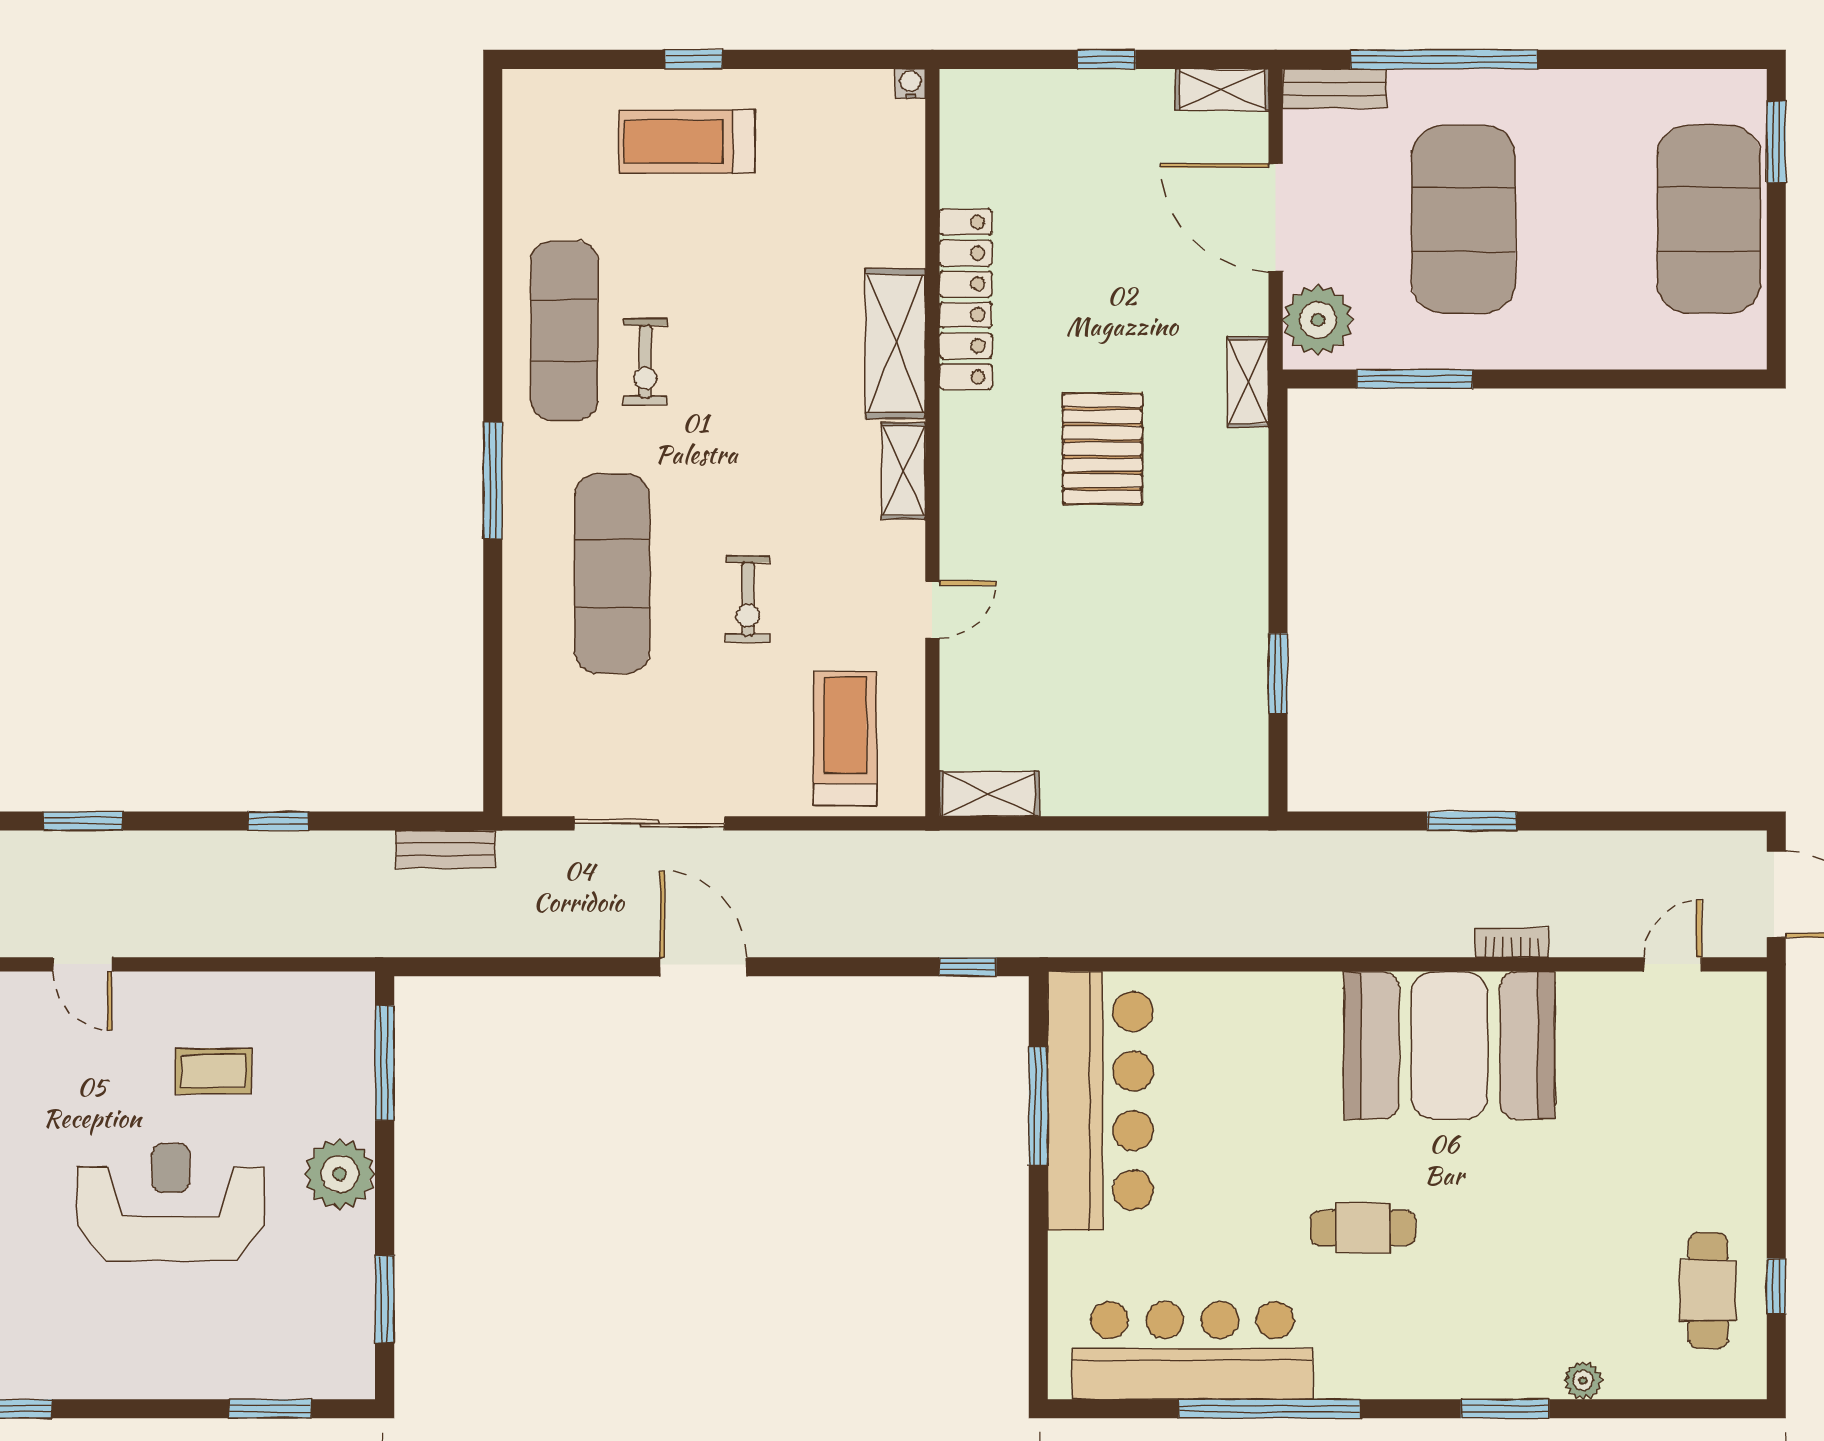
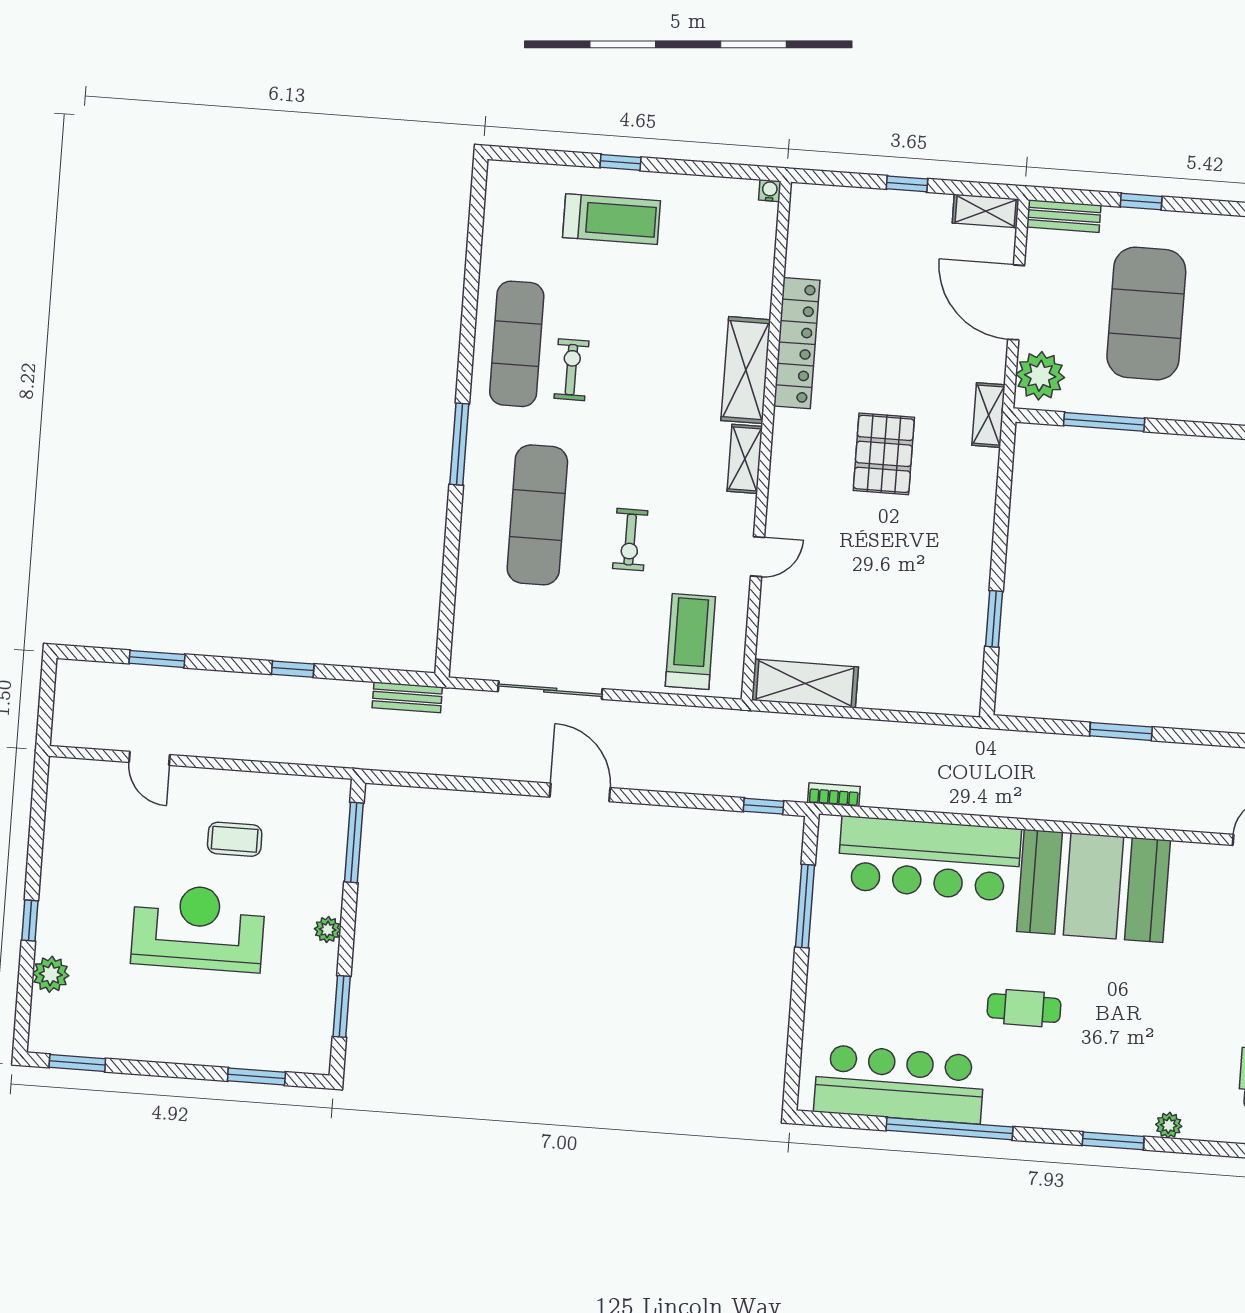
window: (1444, 59) -> (1141, 202), width x0.32
treadmill: (687, 142) -> (612, 219), turned 180
exercise bike: (645, 362) -> (571, 370), turned 180
shelving: (989, 794) -> (805, 684), width x1.50, depth x1.33
bookcase: (1512, 943) -> (834, 795), moved
bar counter: (1100, 1101) -> (929, 859), moved, turned 90
plant: (340, 1174) -> (328, 930), width x0.53, depth x0.53

